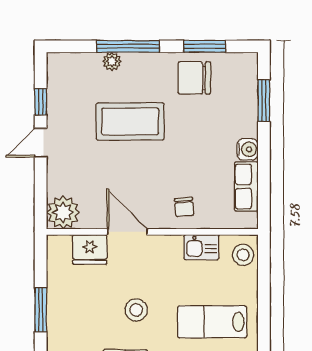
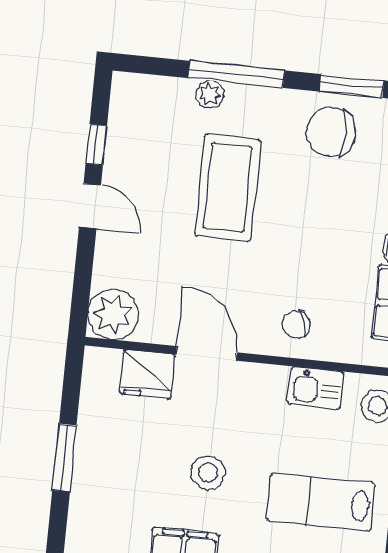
coffee table: (130, 121) -> (228, 188), turned 90
door: (41, 143) -> (90, 206), swing flipped
chair: (184, 207) -> (296, 325), turned 75

